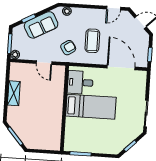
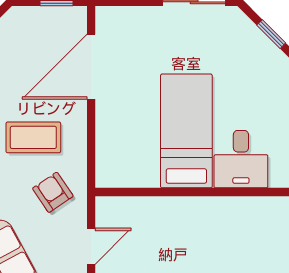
desk: (80, 82) -> (241, 159), moved

